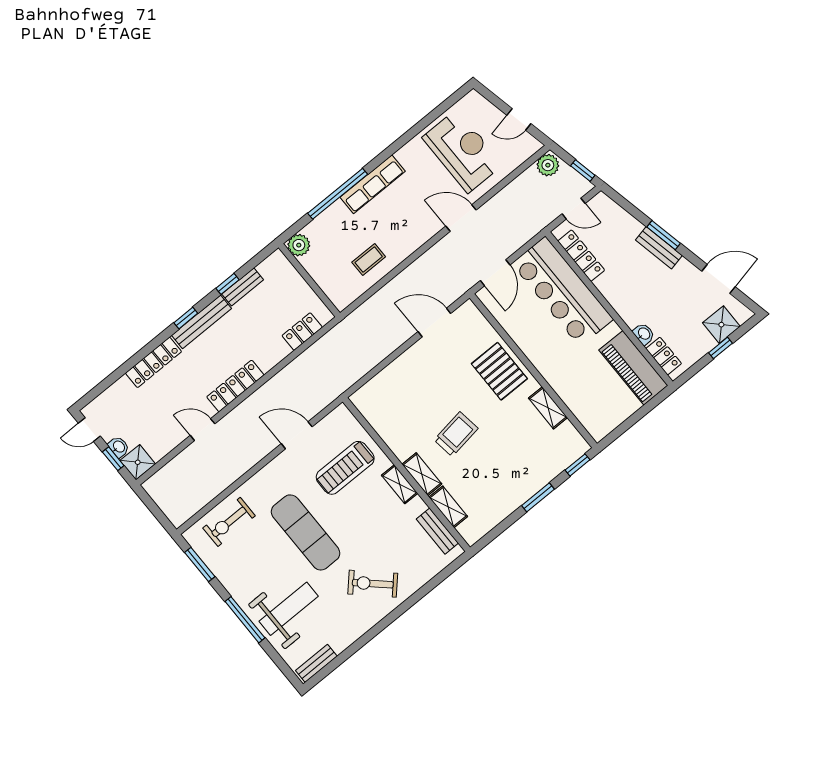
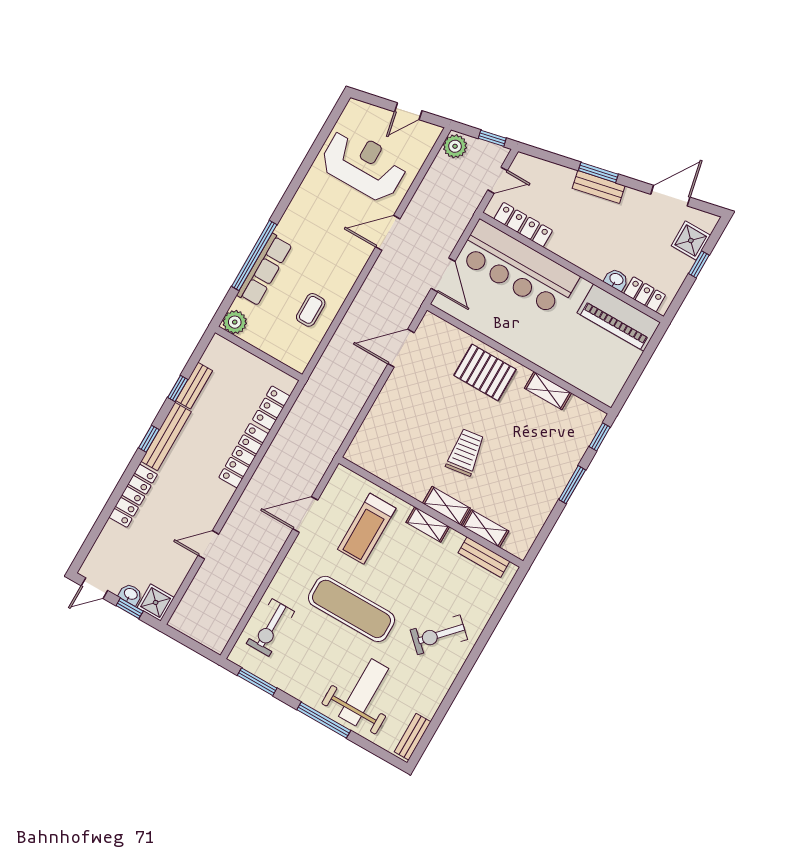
row of seats: (373, 184) -> (264, 270), moved
locker: (235, 386) -> (244, 456), moved

